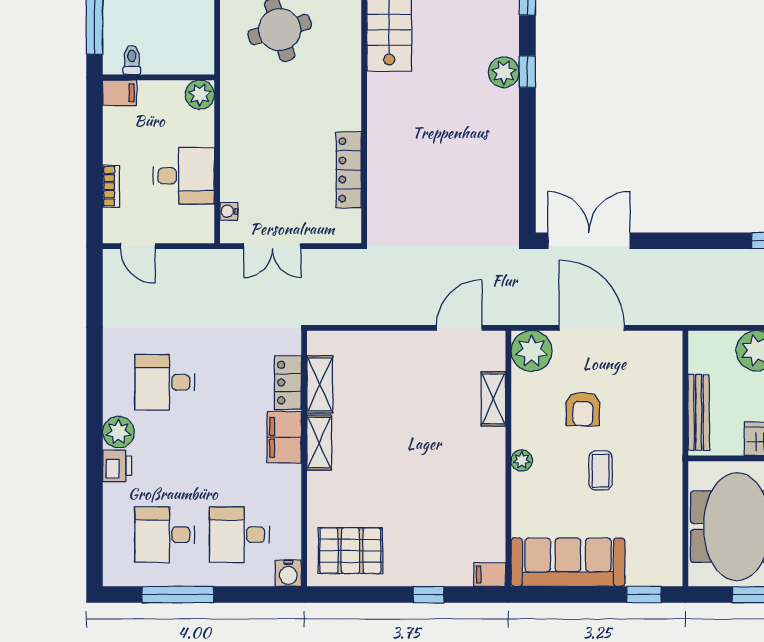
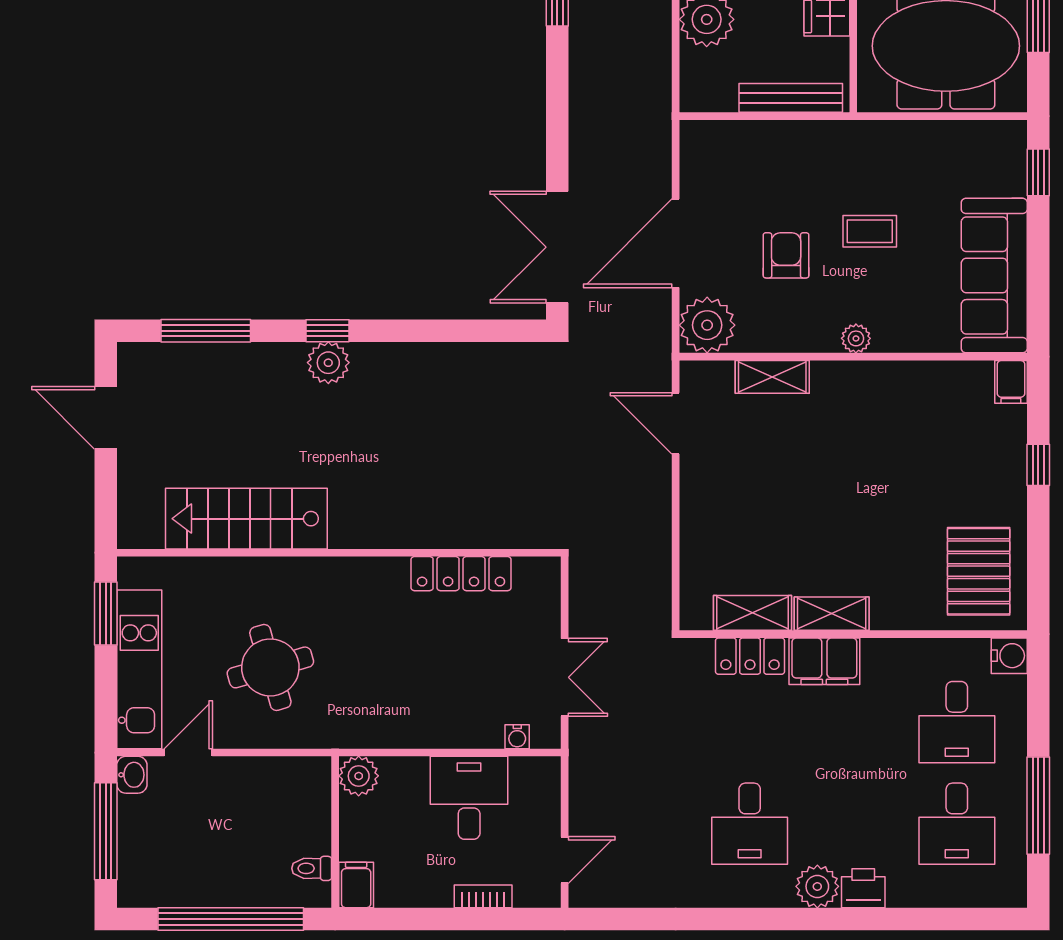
armchair: (583, 409) -> (786, 255), turned -90

